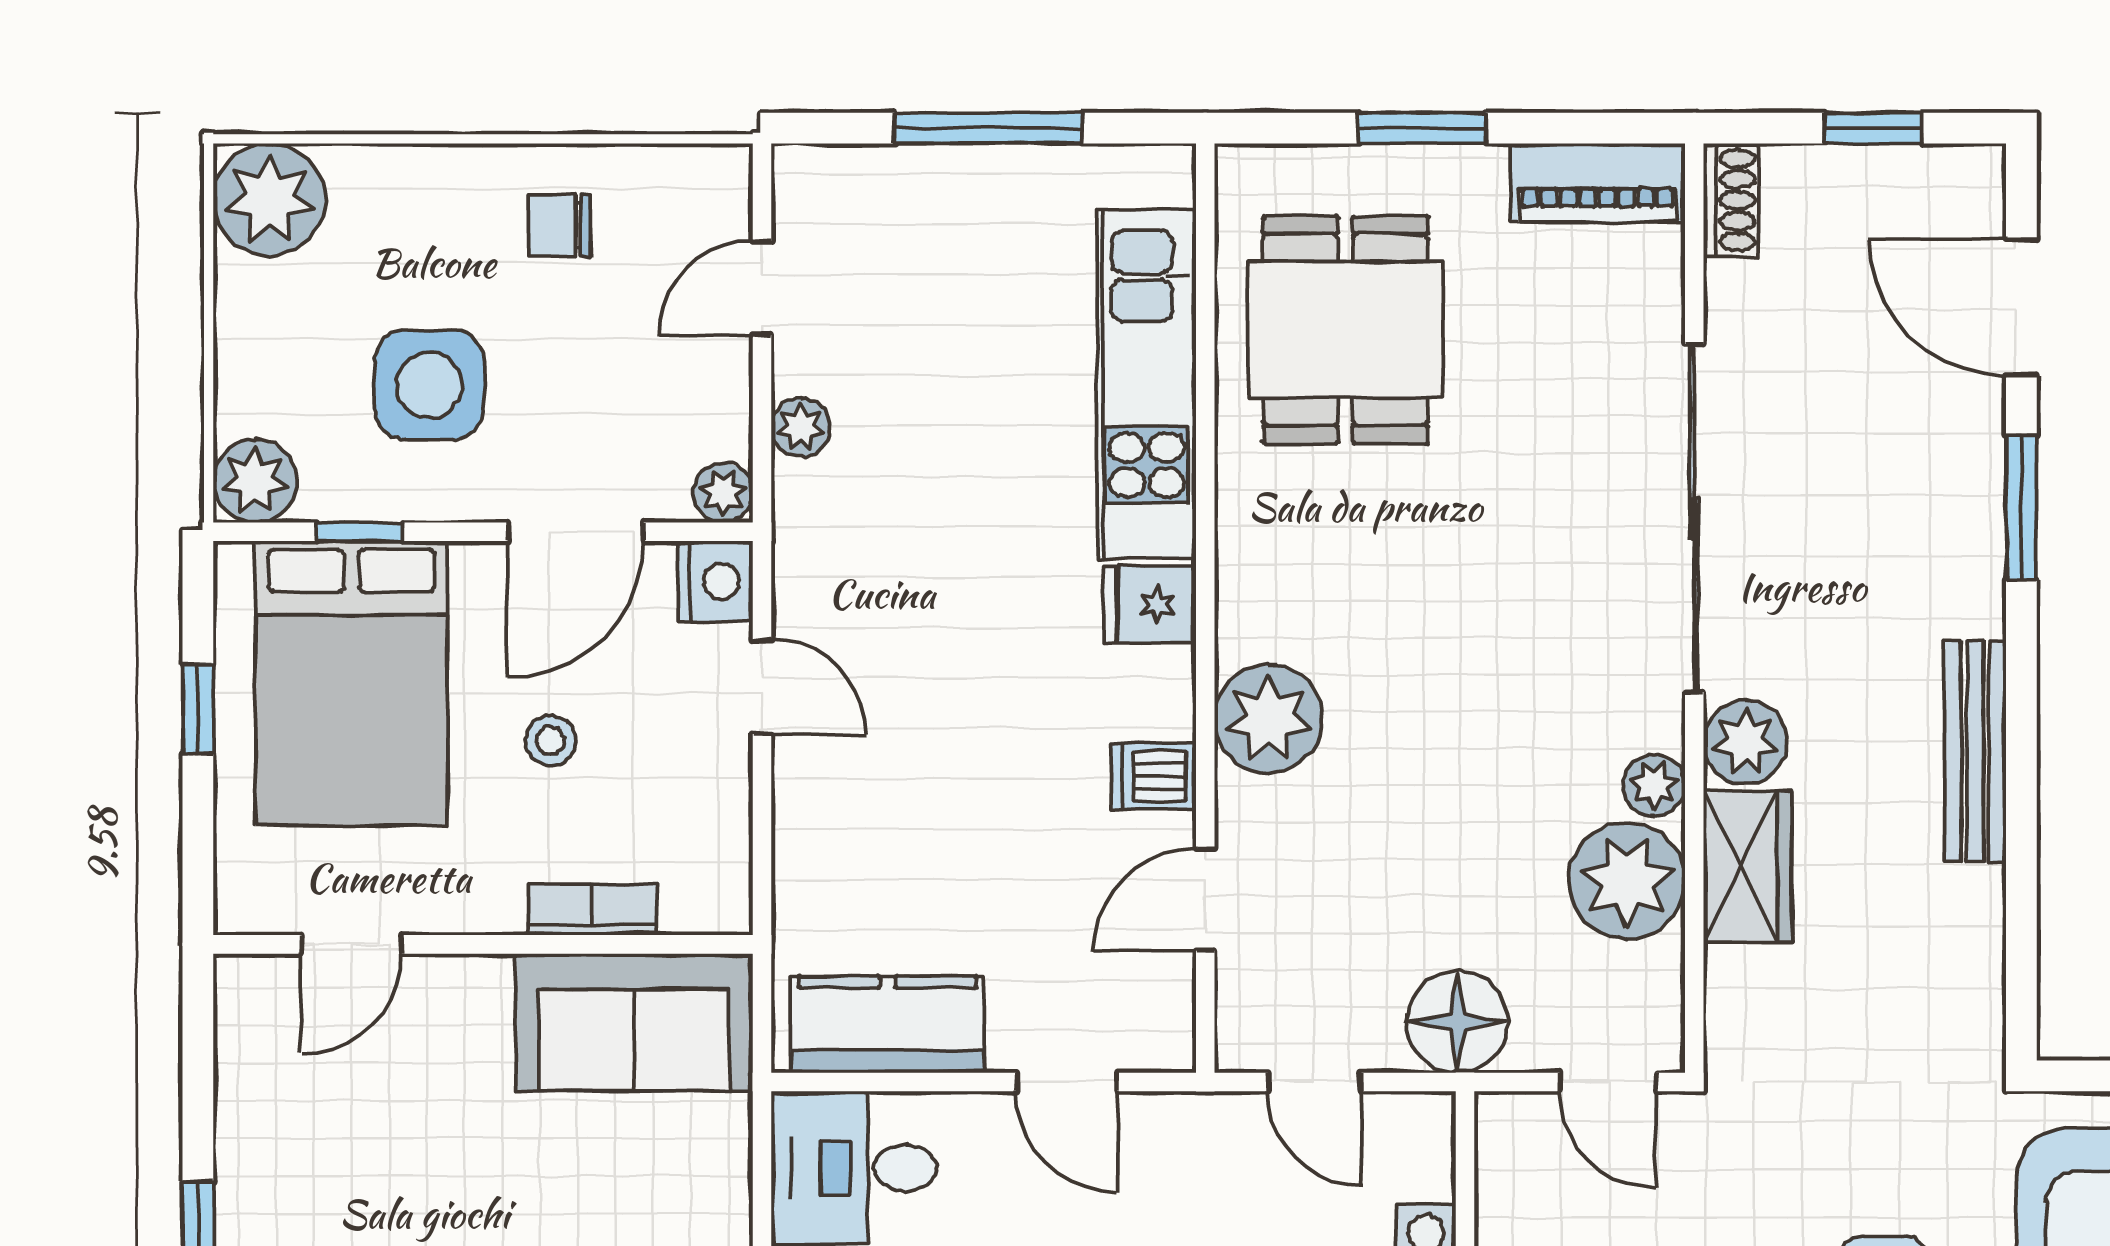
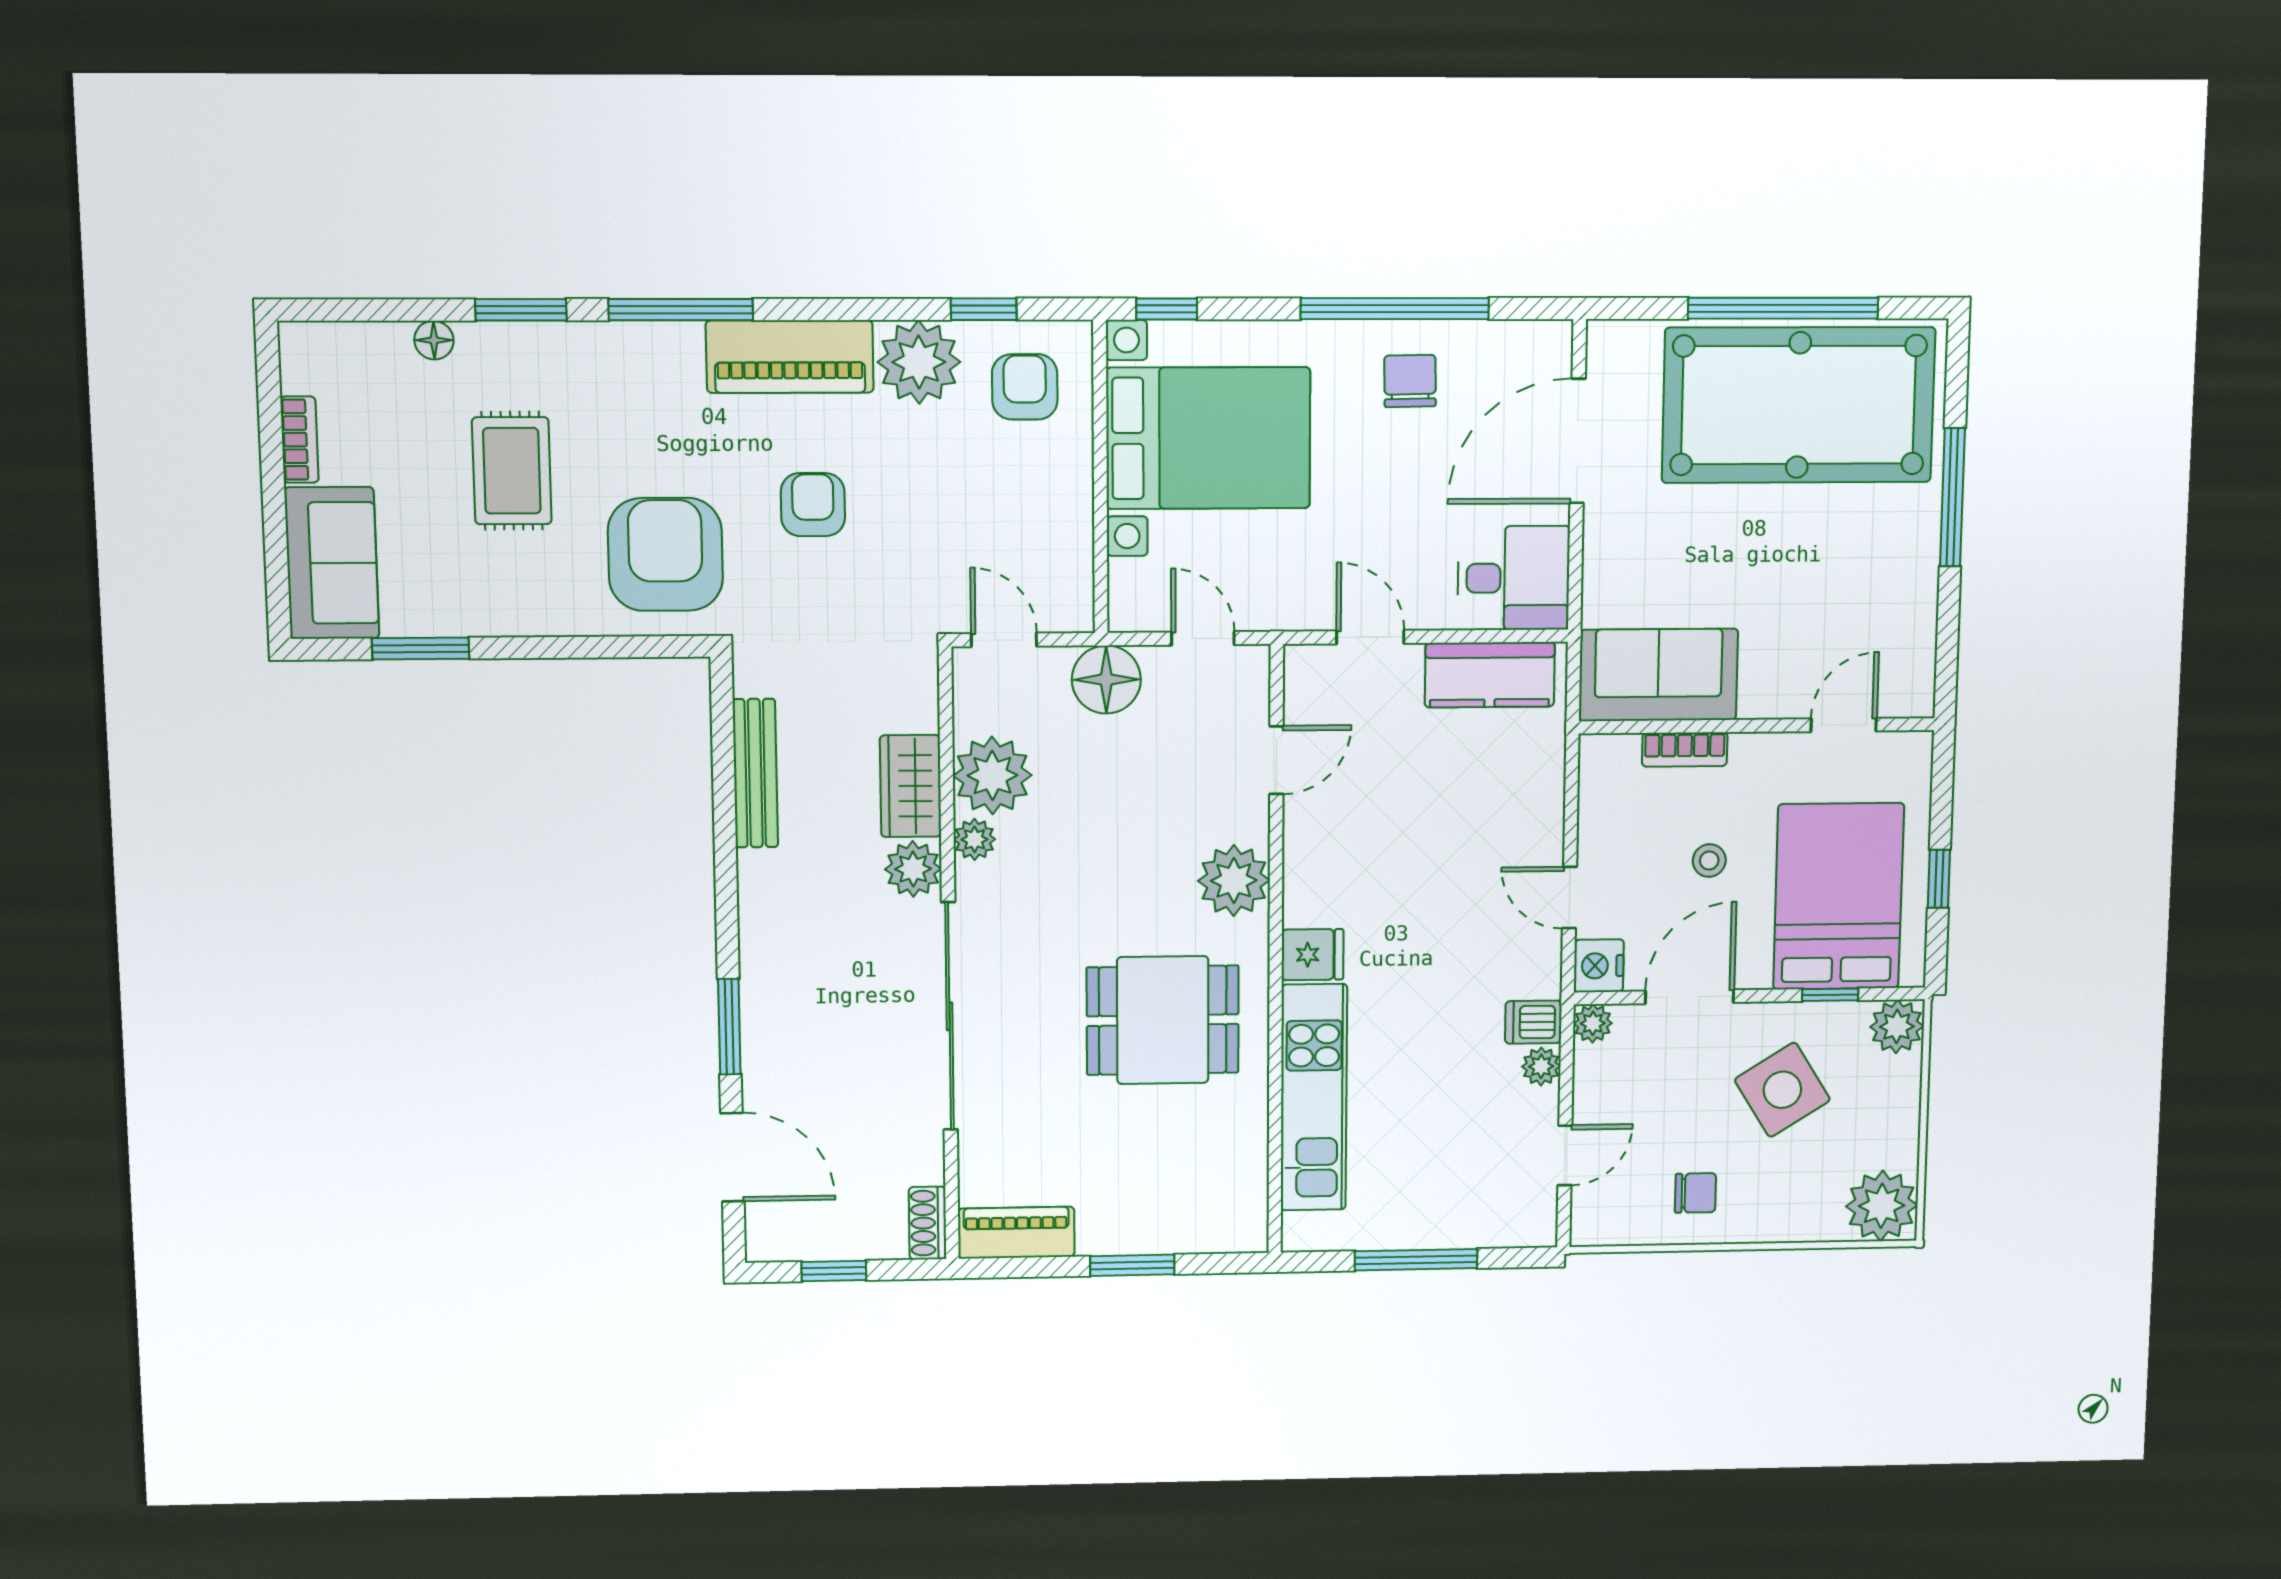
dining table: (1345, 330) -> (1163, 1020), moved, turned 90
side table: (429, 385) -> (1782, 1090), turned -32
bench: (1975, 751) -> (755, 773), moved
dishwasher: (1153, 776) -> (1533, 1022), moved, turned 180

